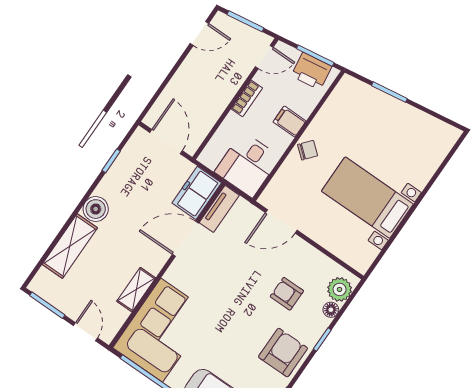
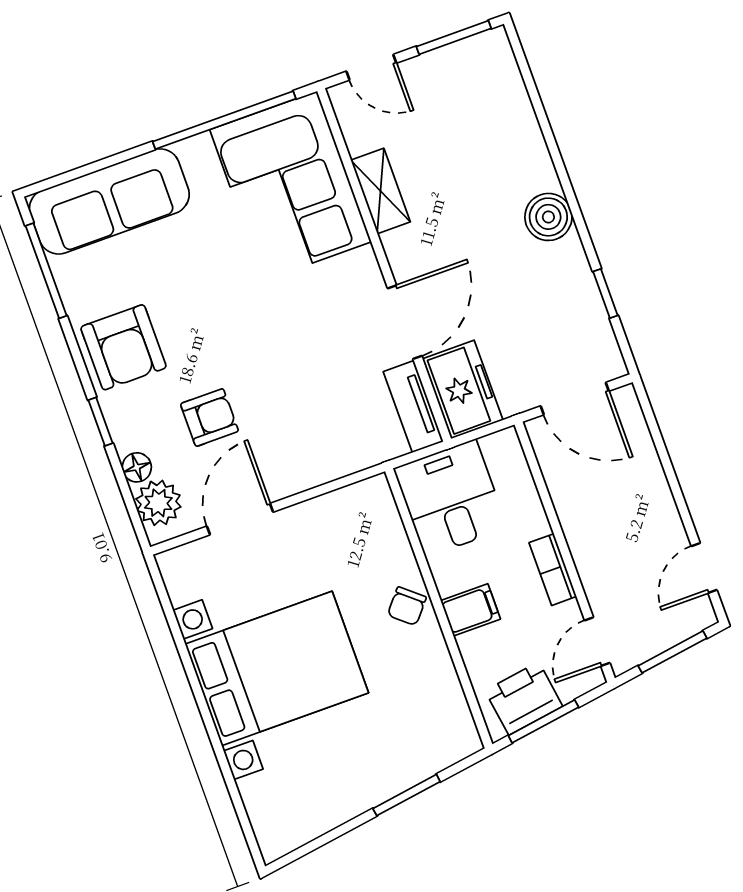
bed with nightstands: (367, 198) -> (277, 668), width x1.36
door: (281, 221) -> (240, 519), moved
shelving: (70, 246) -> (520, 137), removed

